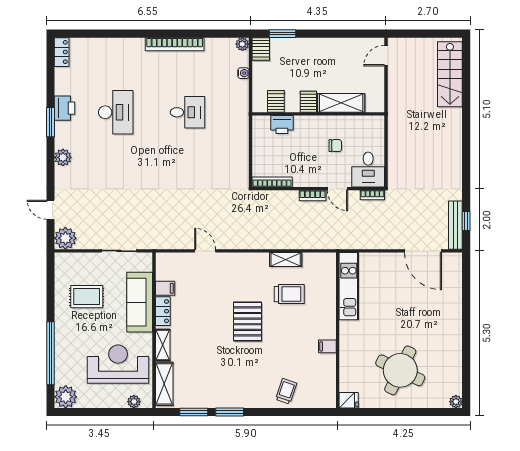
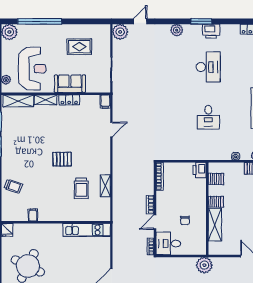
desk: (116, 112) -> (208, 67), turned -90
plant: (399, 118) -> (204, 265), added
printer: (282, 125) -> (200, 170), moved
filing cabinet: (165, 288) -> (105, 102), moved
rug: (87, 297) -> (79, 47), turned 90
sofa: (140, 302) -> (70, 84), width x0.73
pallet: (247, 321) -> (62, 159), width x0.67, depth x0.71
filing cabinet: (327, 346) -> (33, 215), moved

